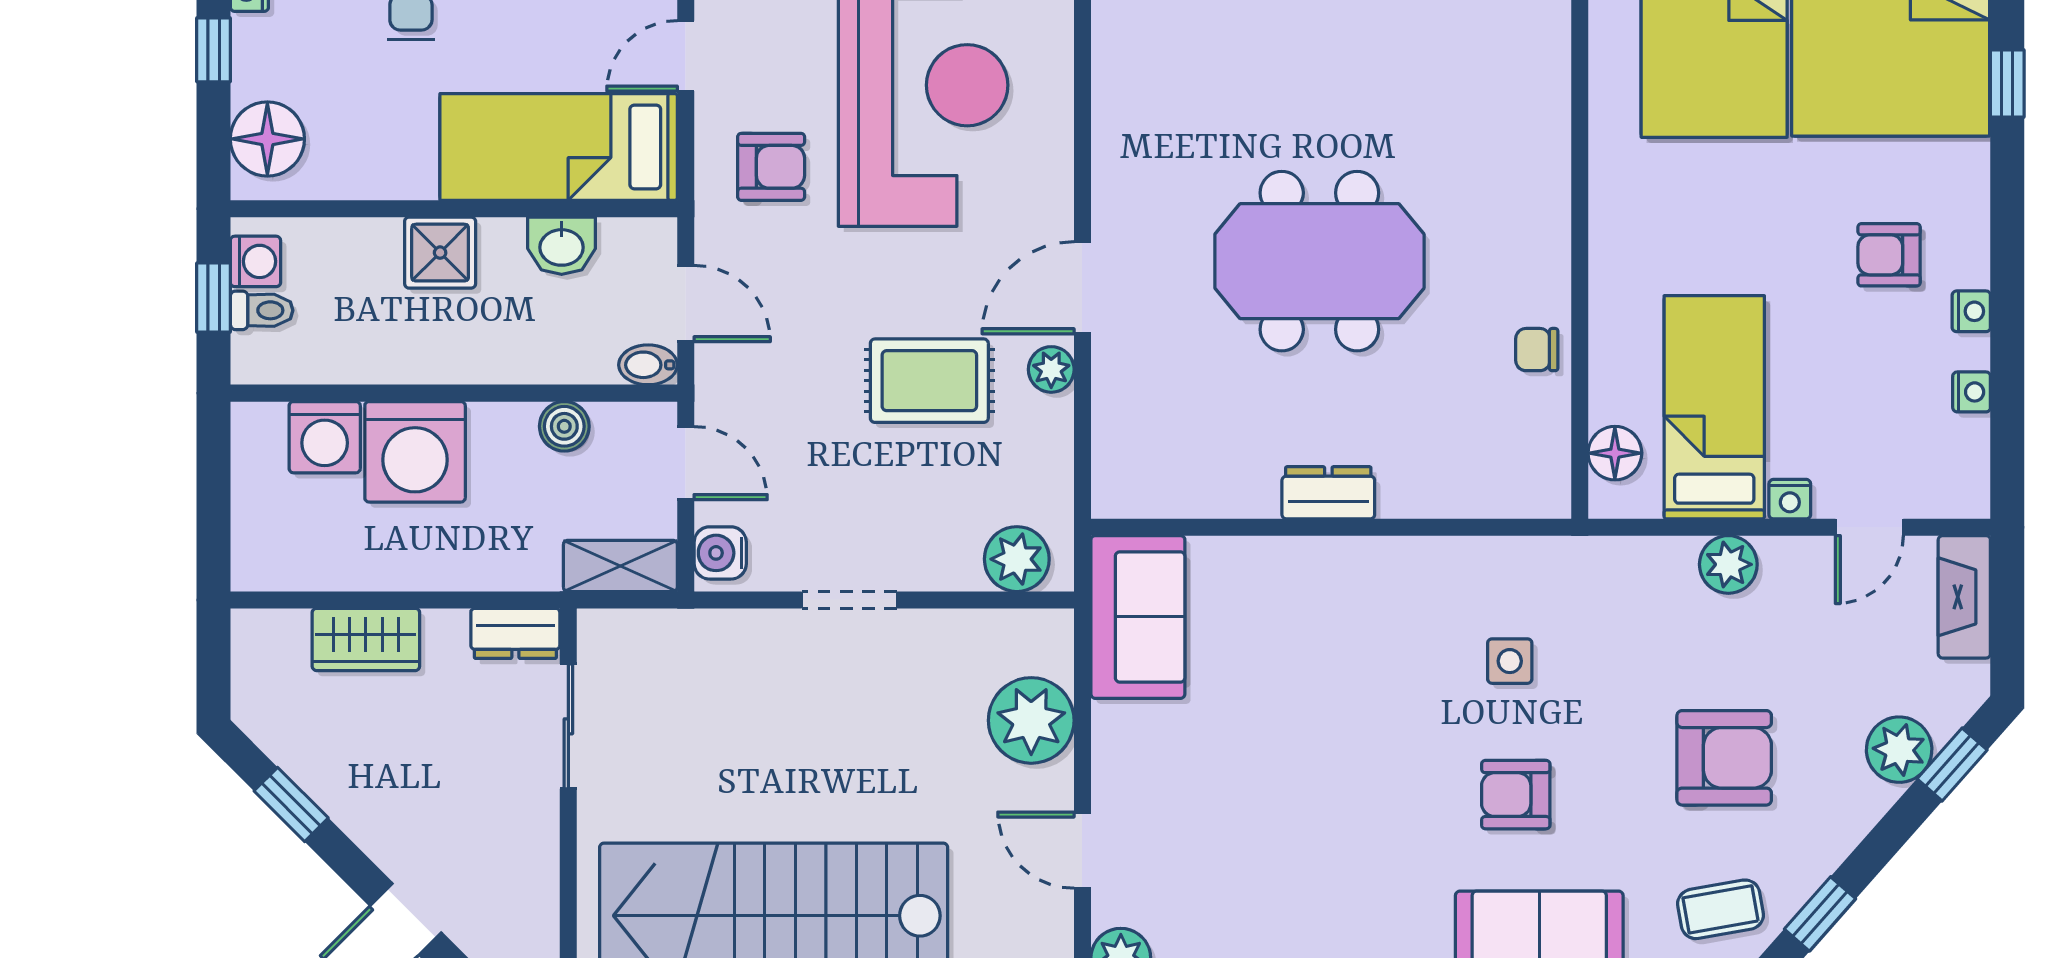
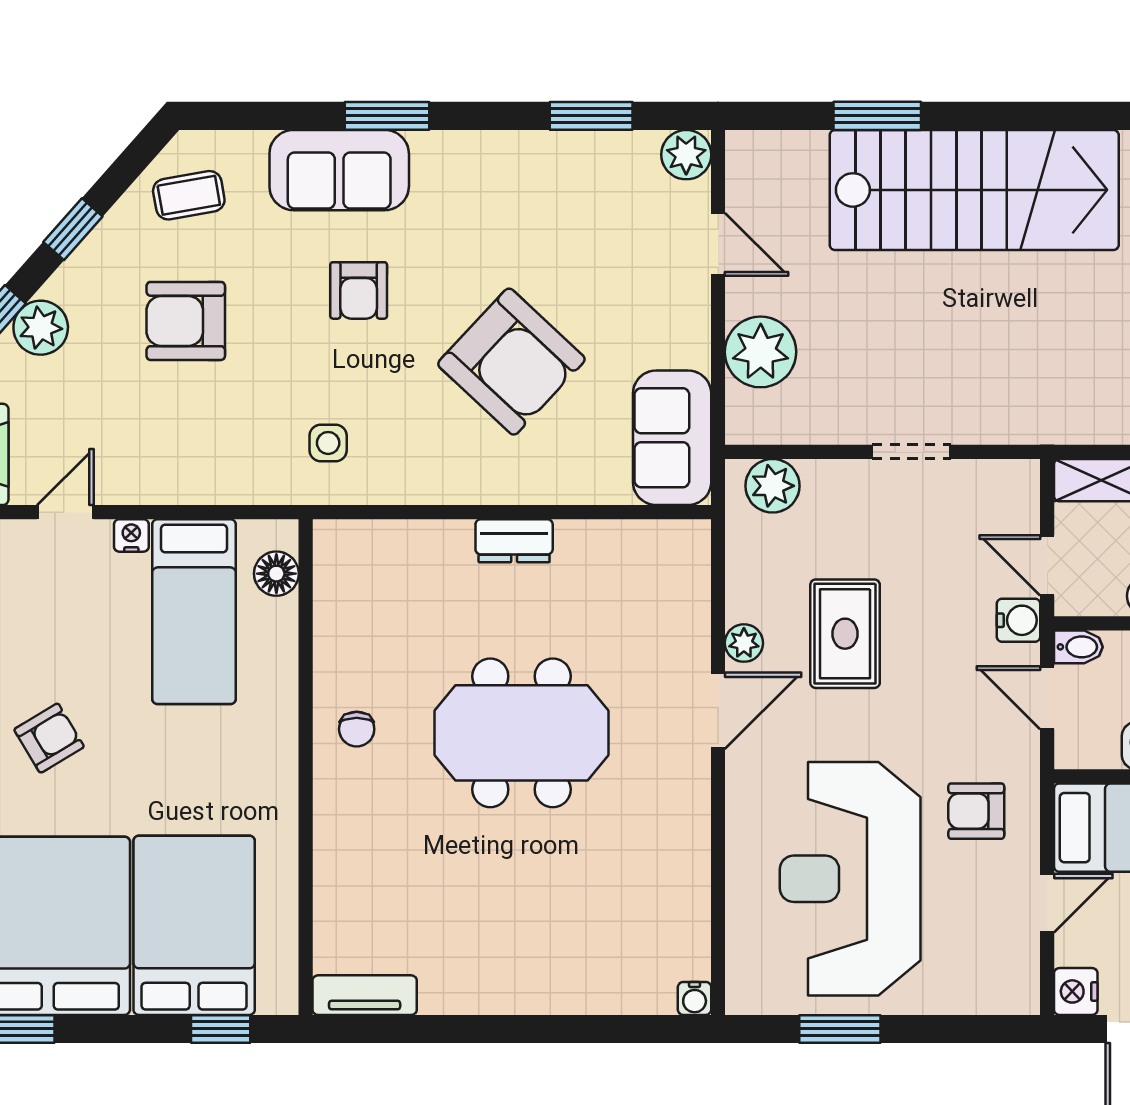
armchair: (1889, 255) -> (49, 738), turned -31
chair: (1537, 350) -> (357, 729), moved, turned 90
rug: (929, 381) -> (845, 634), turned 90
water cooler: (720, 553) -> (1018, 620), moved
plant: (1728, 564) -> (182, 481), removed
side table: (1510, 661) -> (328, 443), moved
armchair: (1332, 709) -> (511, 362), added
armchair: (1516, 795) -> (359, 290), turned 90
window: (1820, 914) -> (73, 229), moved

